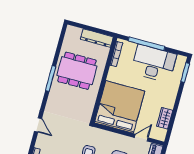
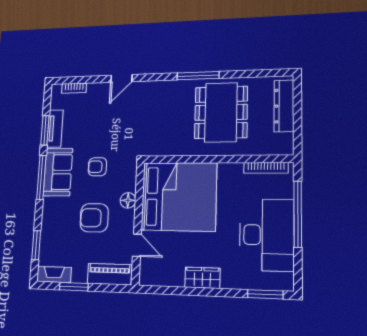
dresser: (97, 38) -> (284, 106), moved
wardrobe: (165, 118) -> (202, 278), moved
floor lamp: (114, 137) -> (128, 200), added

